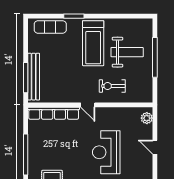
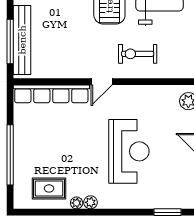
door: (88, 105) -> (102, 82), hinge flipped
reception desk: (106, 152) -> (129, 151), turned 180

